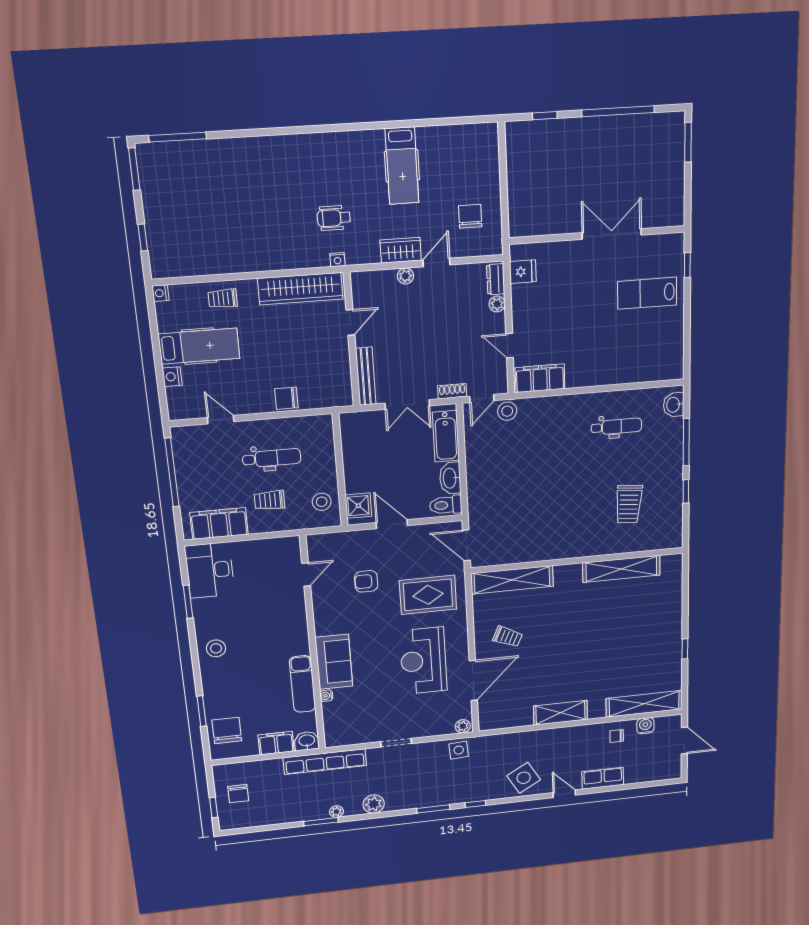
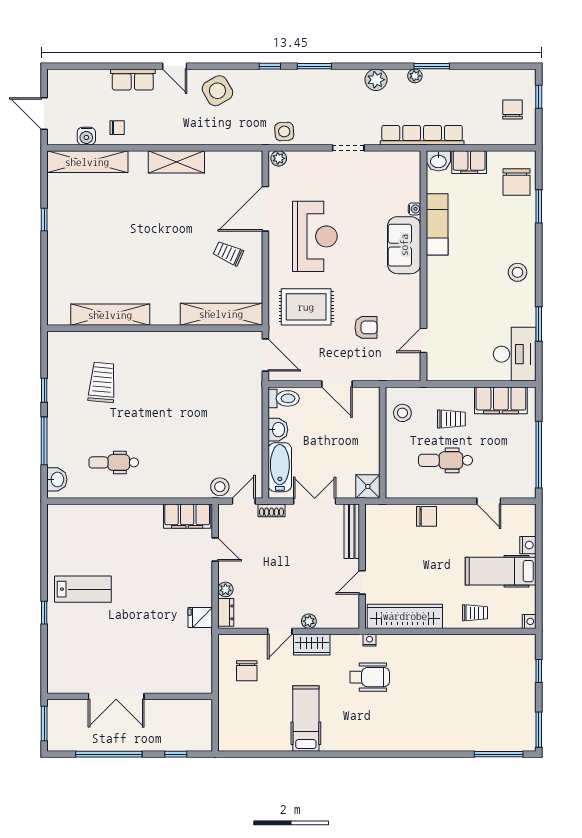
wheelchair: (334, 218) -> (370, 677), width x1.36, depth x1.37
double door: (612, 234) -> (116, 696), moved
wall: (597, 235) -> (130, 696), moved
washbasin: (450, 478) -> (278, 430), width x0.72
shower: (358, 506) -> (368, 486), moved

